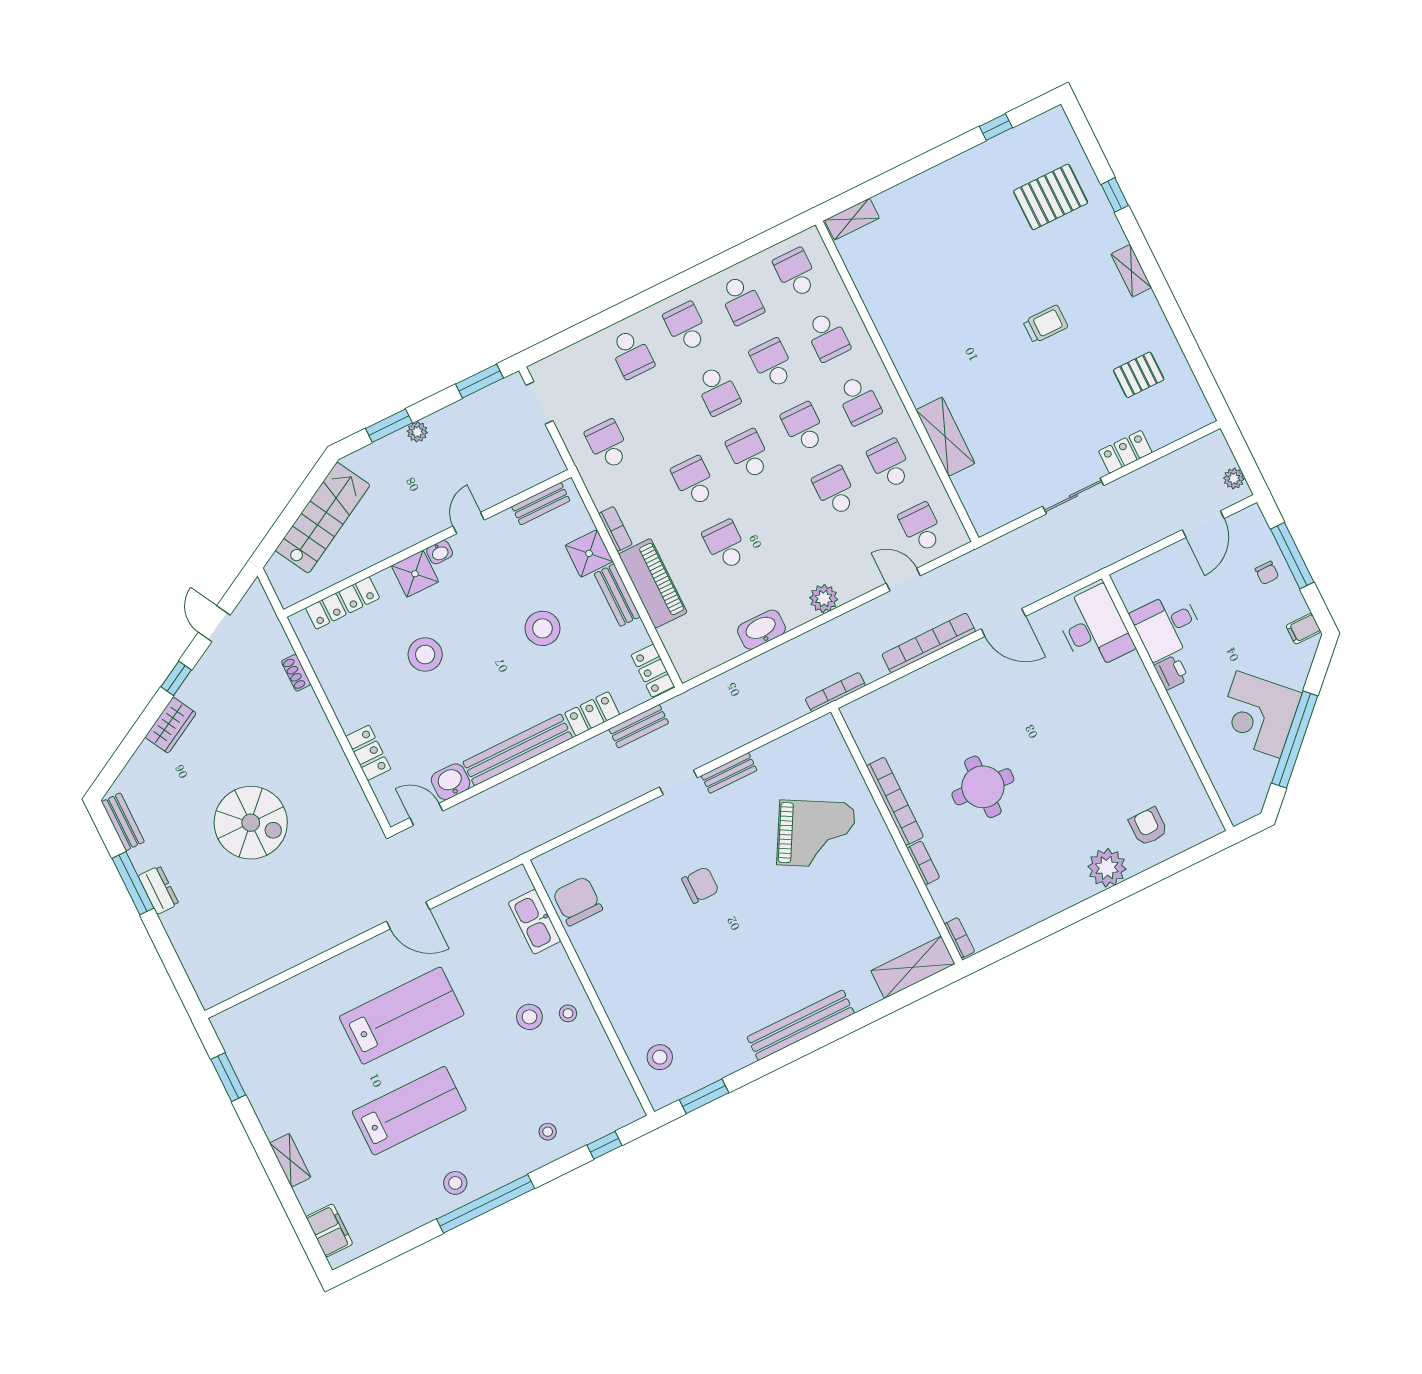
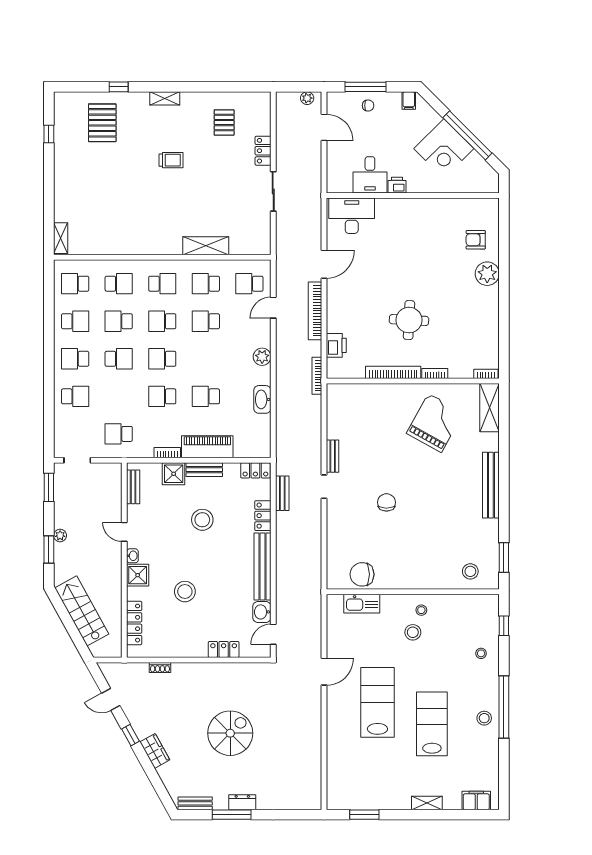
trolley: (1046, 324) -> (171, 160), turned 90
printer: (894, 699) -> (336, 345), added
grand piano: (816, 834) -> (435, 423), moved

